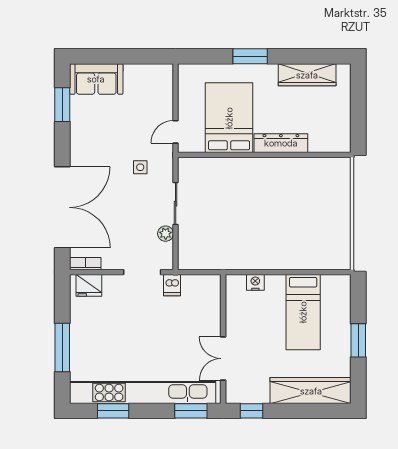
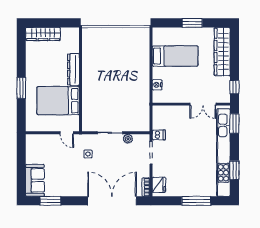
wardrobe: (307, 75) -> (43, 34), moved, turned 90

